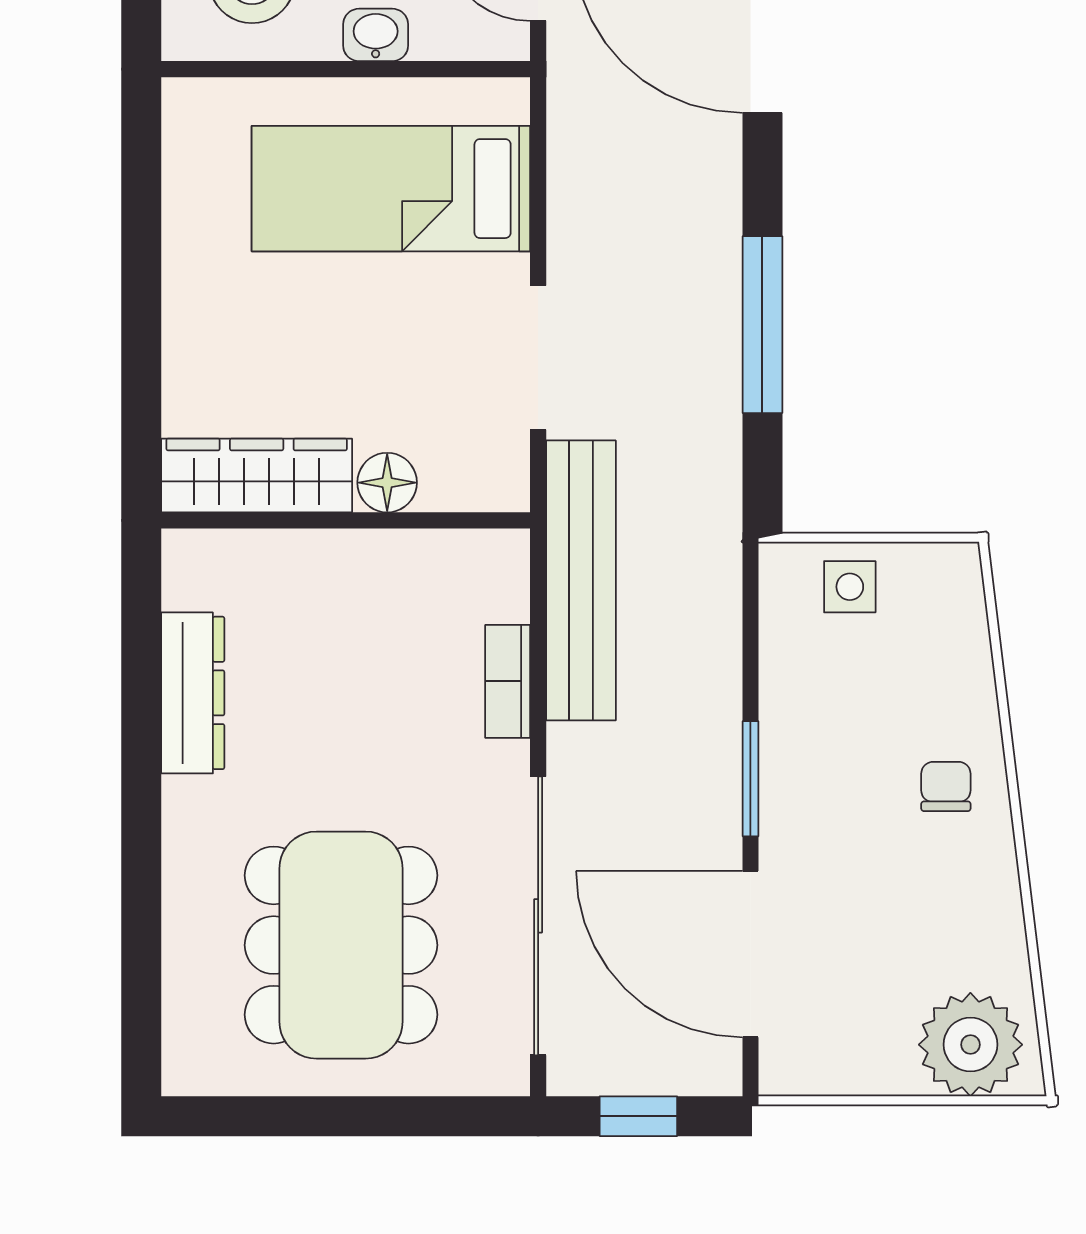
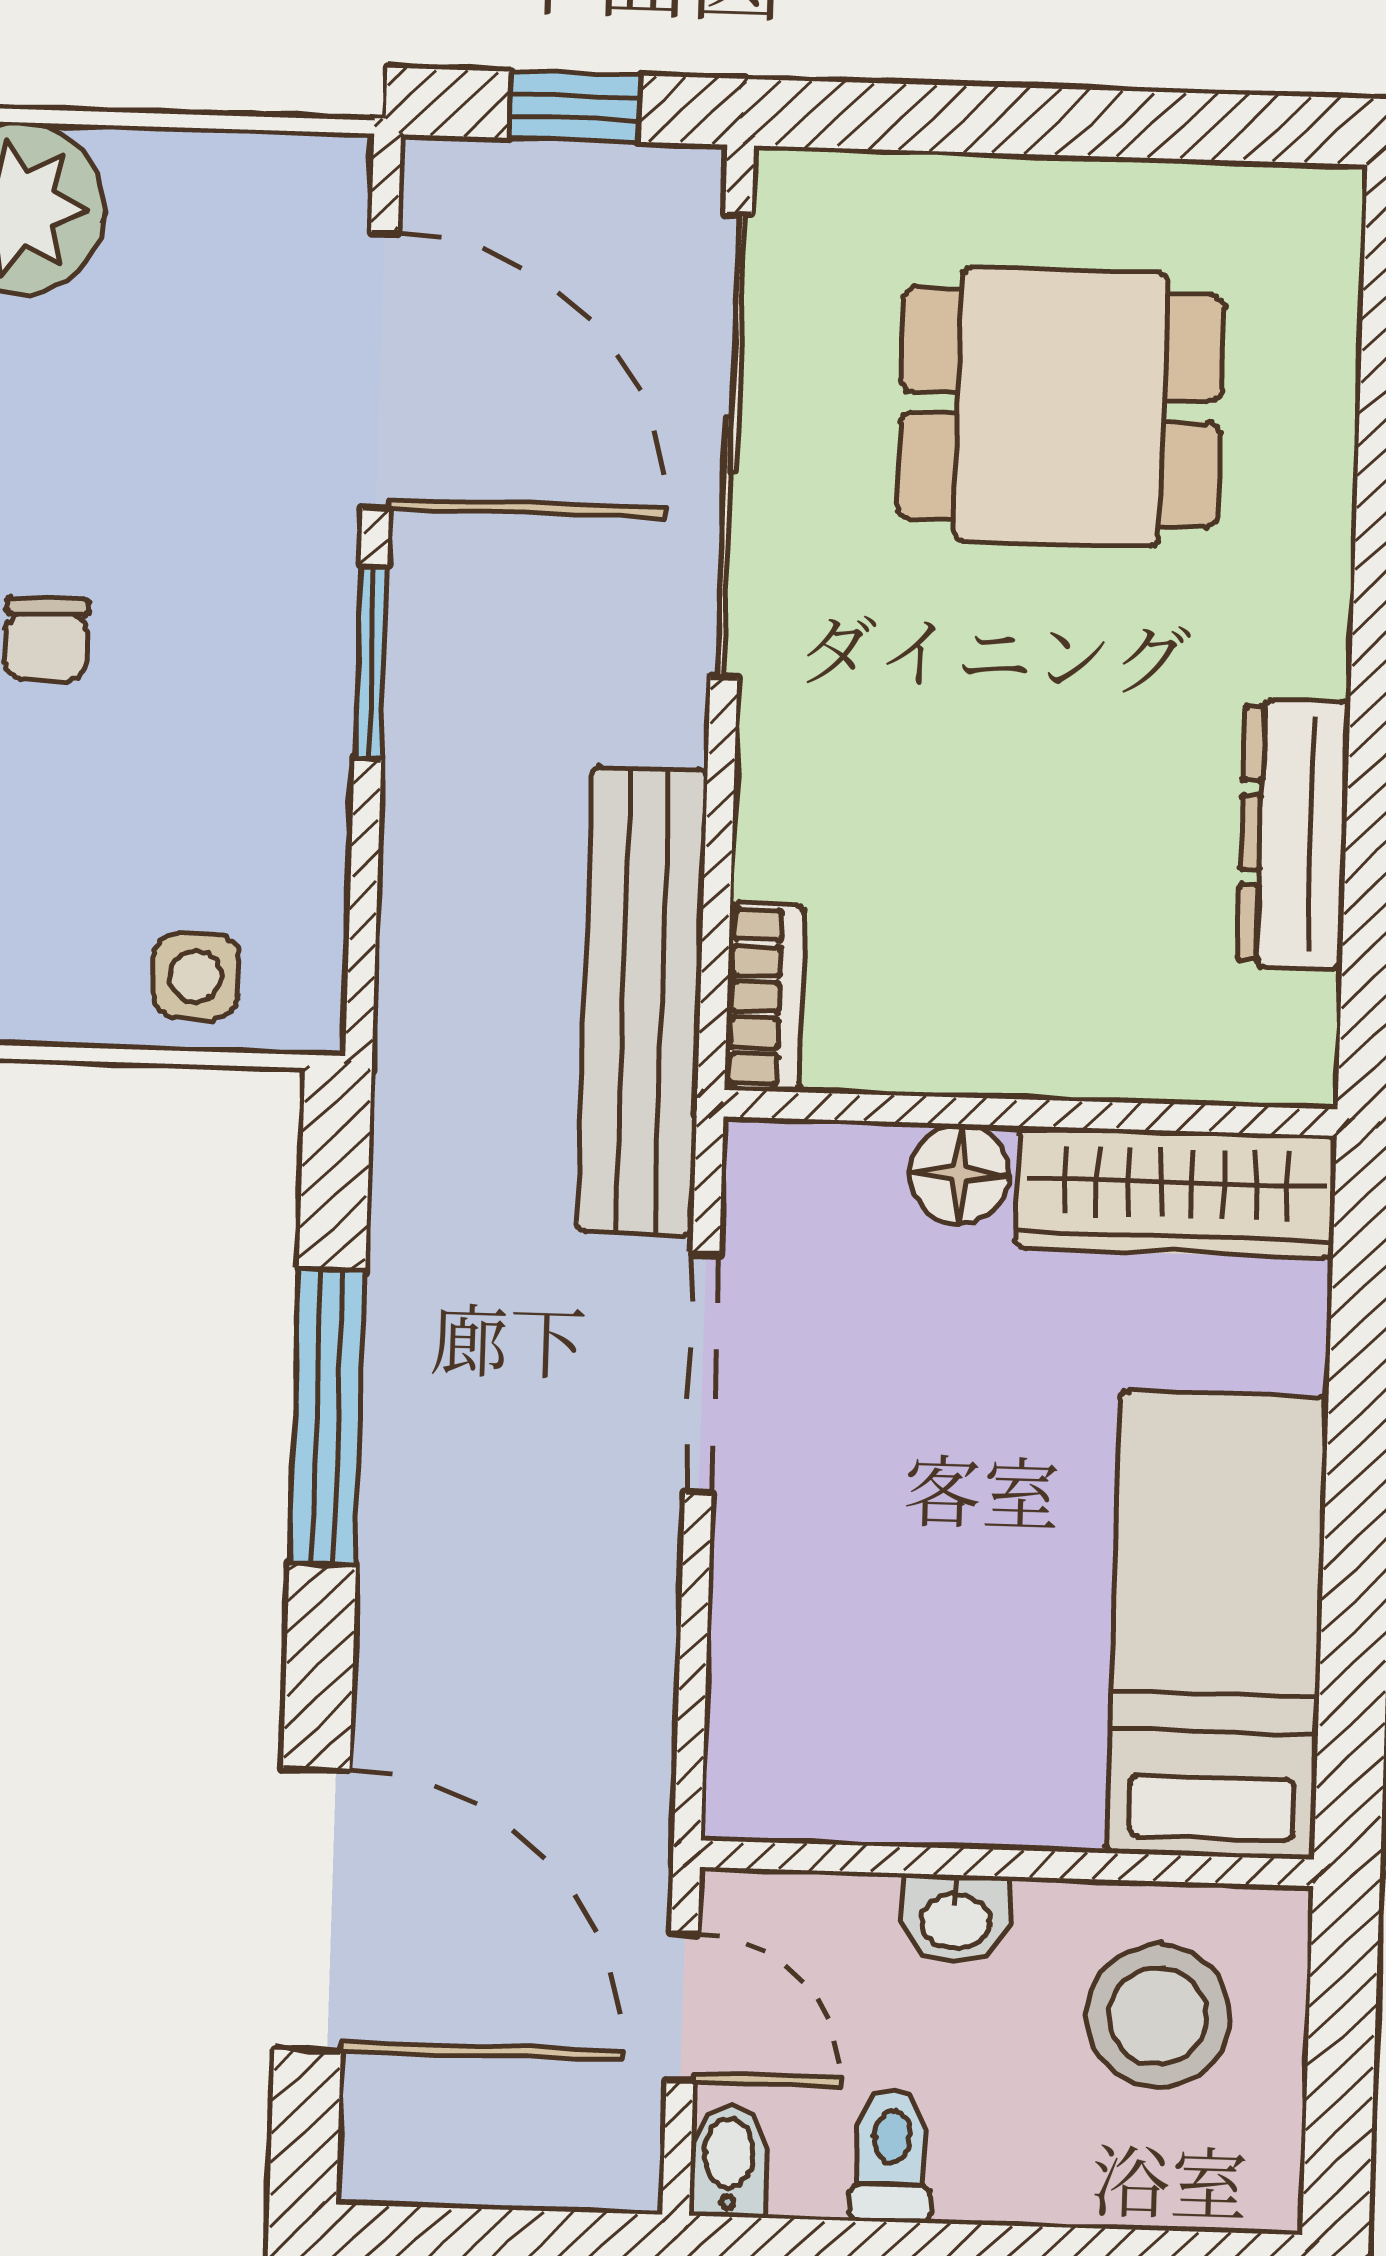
bed: (391, 189) -> (1217, 1625), moved, turned -90
bookcase: (508, 681) -> (765, 997), moved
dining table: (341, 945) -> (1061, 407), width x0.73

